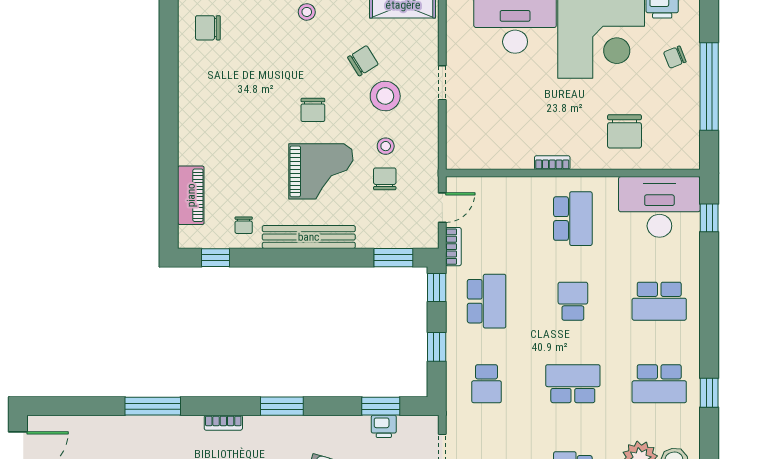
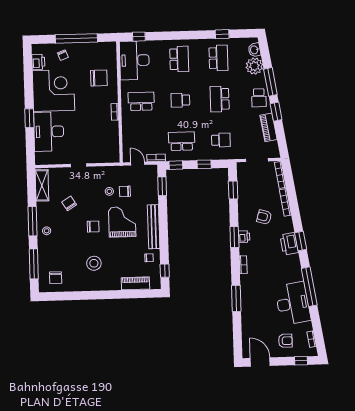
stool: (385, 96) -> (94, 263), moved
printer: (384, 426) -> (244, 237), moved

